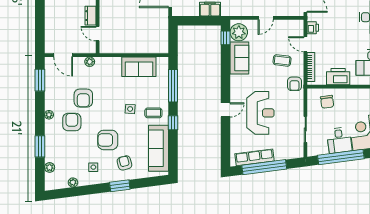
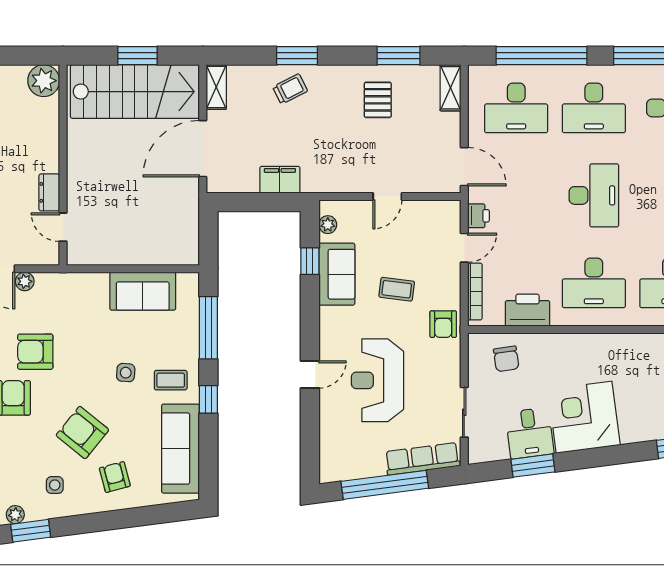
plant: (239, 32) -> (328, 225), width x0.53, depth x0.53
window: (225, 38) -> (310, 261), moved
door: (305, 44) -> (464, 248), swing flipped
coffee table: (282, 60) -> (397, 289), moved
plant: (90, 62) -> (25, 281), moved
armchair: (83, 98) -> (35, 352), turned 90
reception desk: (260, 113) -> (377, 380), turned 180
armchair: (108, 140) -> (82, 432), turned 39
row of seats: (254, 157) -> (422, 459), moved
window: (341, 157) -> (533, 466), width x0.47
window: (120, 186) -> (31, 531), moved

